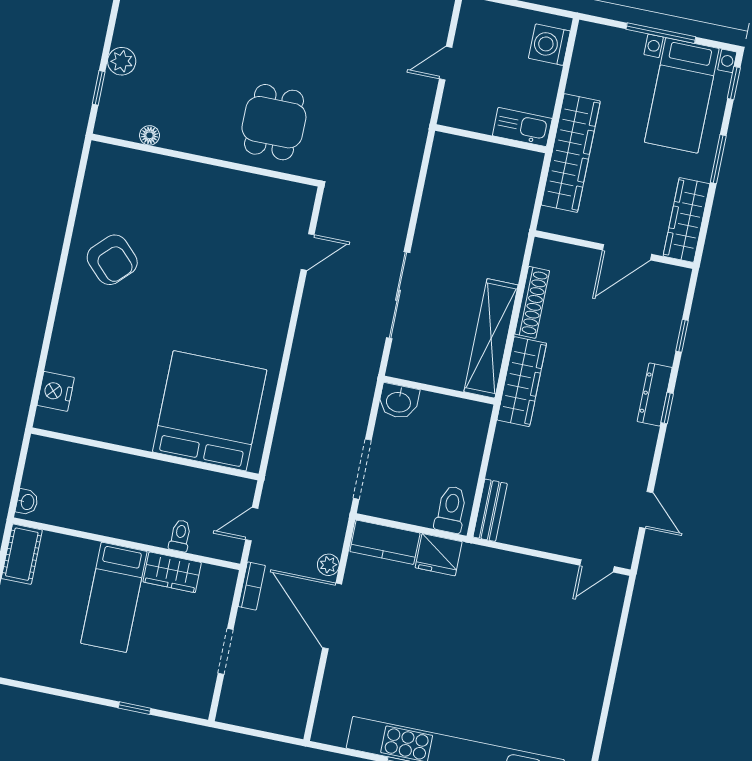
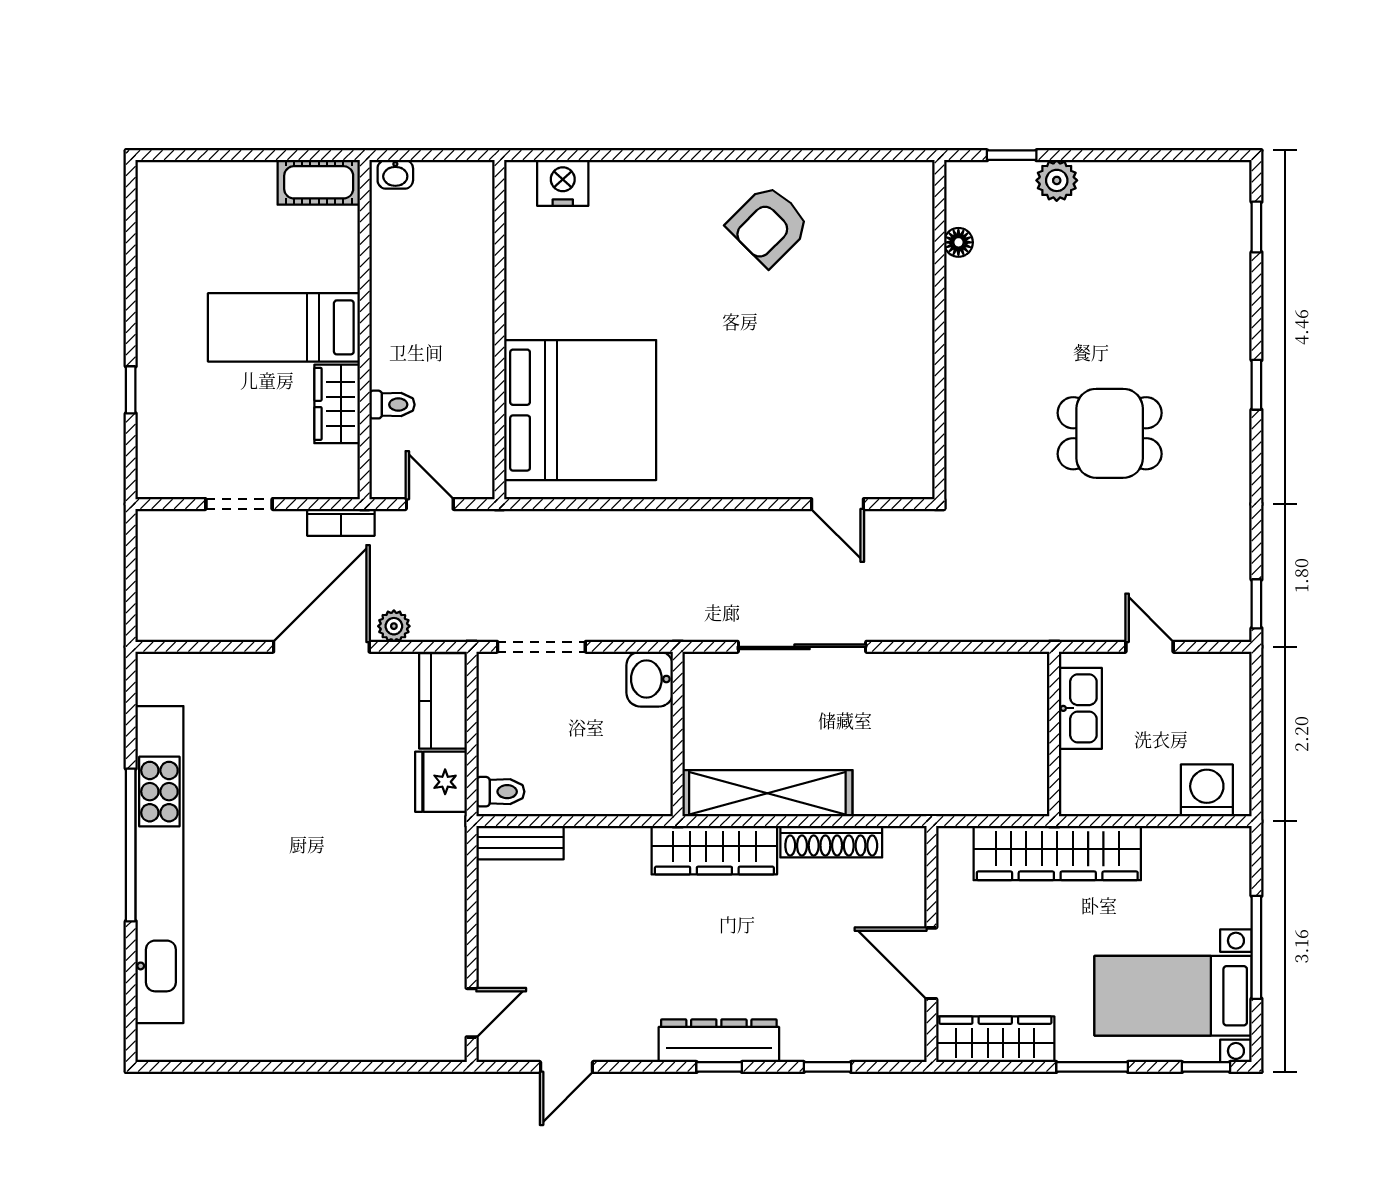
dining table: (274, 122) -> (1110, 433), moved
kitchen sink: (522, 127) -> (1080, 708), moved
dresser: (655, 394) -> (719, 1041), width x1.37, depth x1.24
toilet: (451, 509) -> (500, 792), width x0.73, depth x0.72
door: (597, 566) -> (472, 1013), swing flipped

